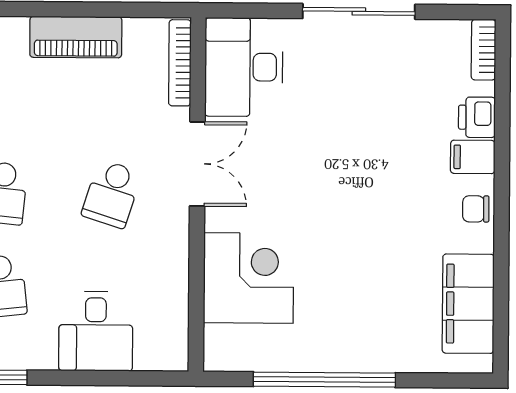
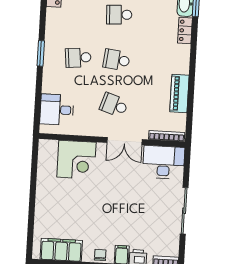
desk: (96, 331) -> (57, 110), moved
window: (324, 380) -> (33, 189), removed

